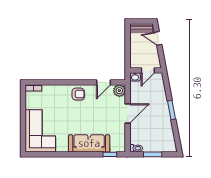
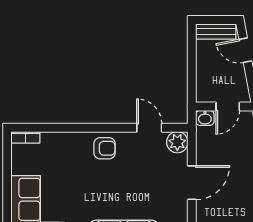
door: (104, 82) -> (149, 128), swing flipped

